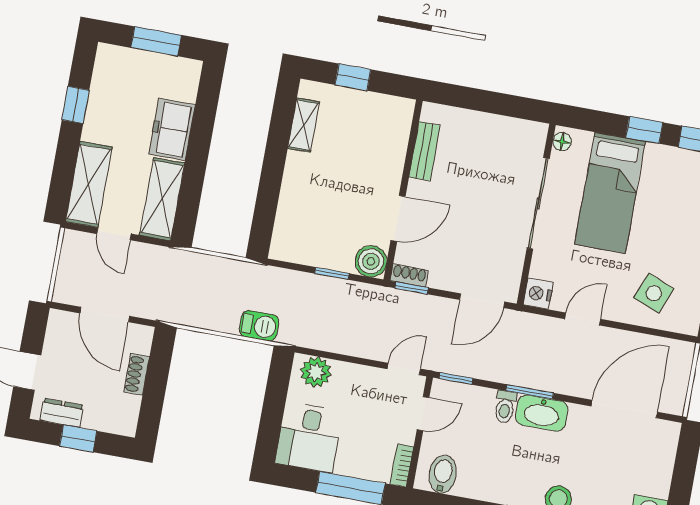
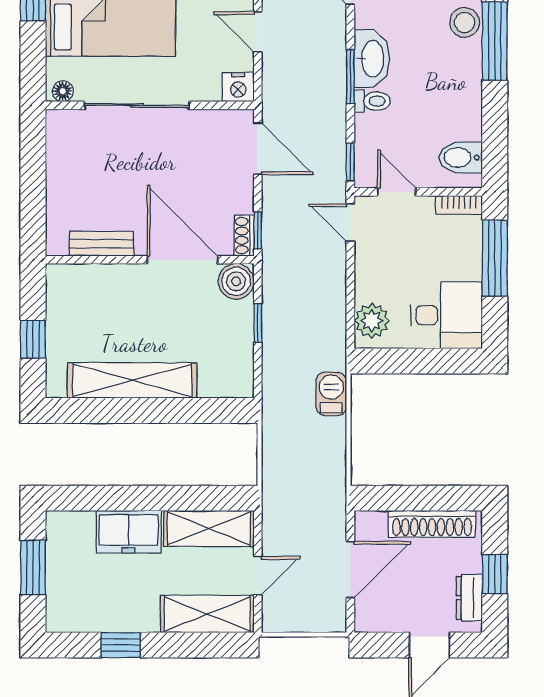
shelving: (304, 125) -> (132, 380), width x2.20, depth x1.33
door: (398, 218) -> (182, 260), width x1.36
shoe rack: (137, 374) -> (432, 524), width x1.94, depth x1.24

